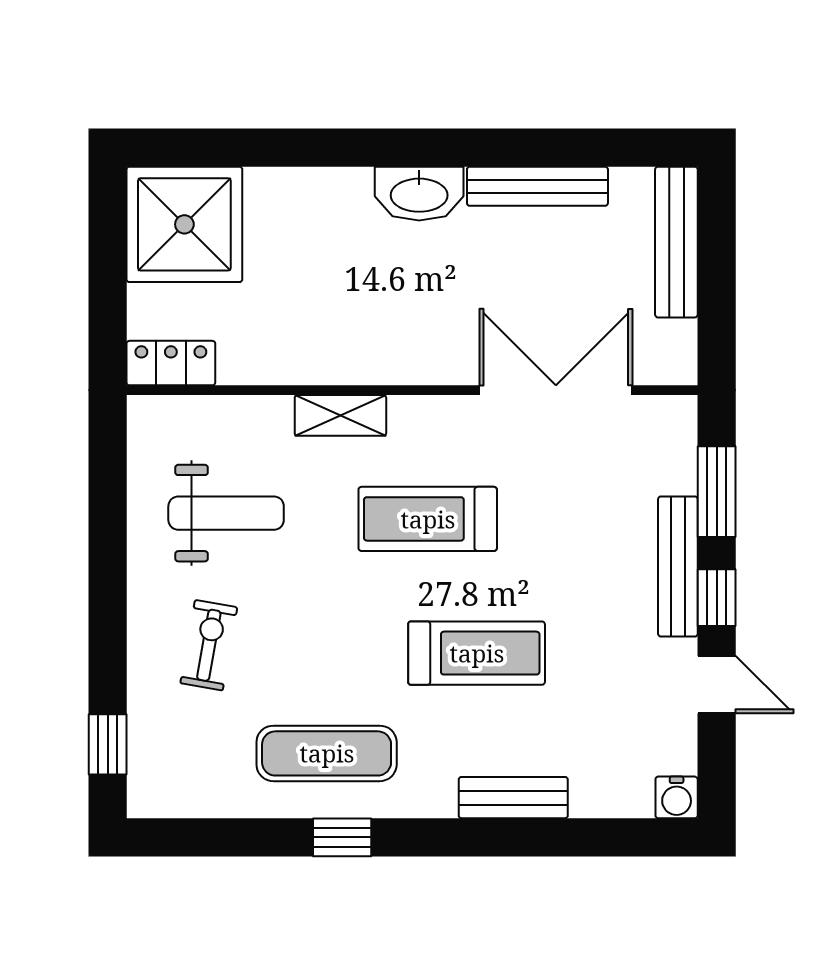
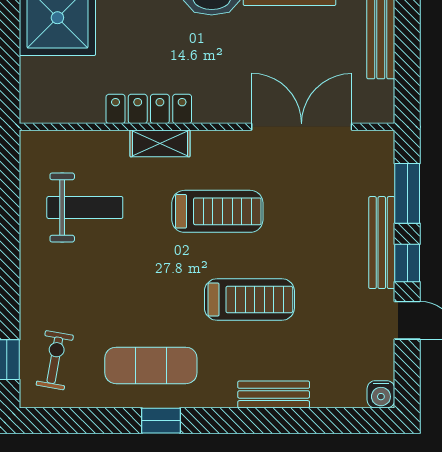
locker: (171, 363) -> (149, 109), moved, width x1.53
treadmill: (428, 519) -> (217, 211), turned 180
exercise bike: (209, 645) -> (55, 360), moved

